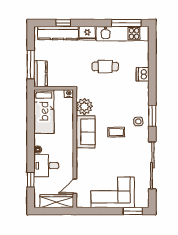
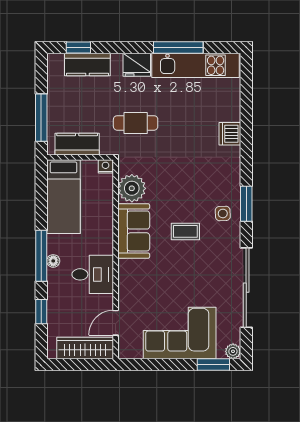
window: (63, 23) -> (78, 47), moved
window: (126, 23) -> (178, 47), moved
kitchen counter: (58, 33) -> (87, 64), width x0.67
cafe table: (105, 67) -> (136, 123), moved
kitchen counter: (40, 74) -> (77, 144), moved, turned -90
window: (31, 147) -> (41, 256), added
desk: (46, 166) -> (93, 274), moved, turned 180
plant: (144, 203) -> (233, 351), added

